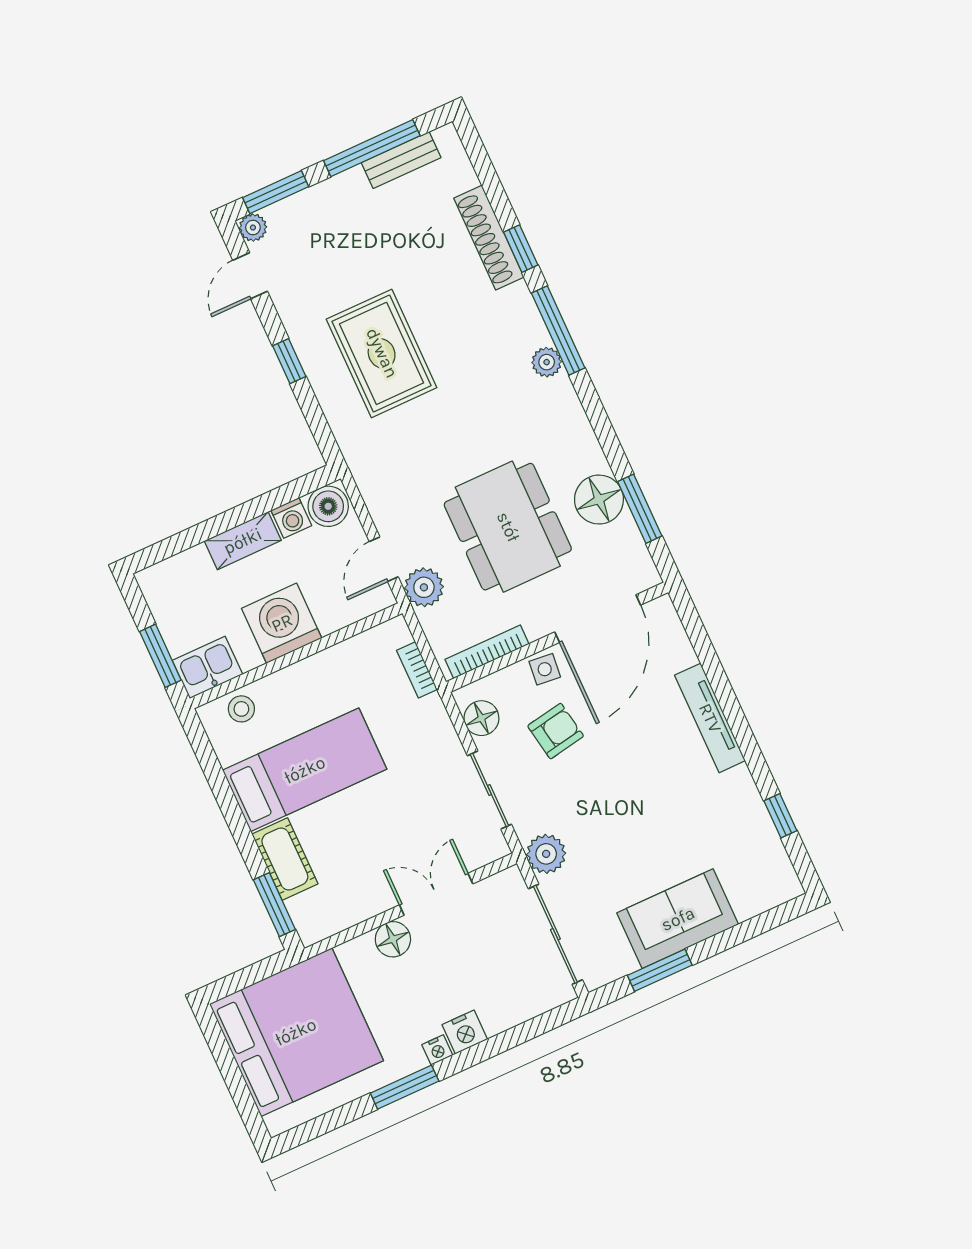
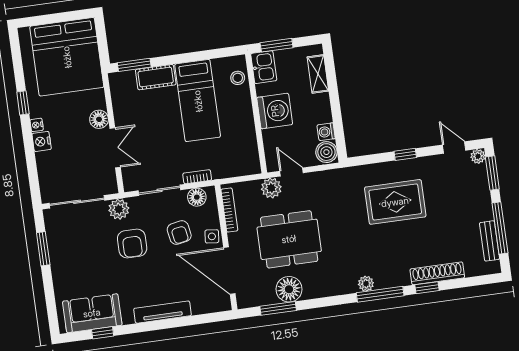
shelving: (243, 541) -> (318, 74), moved
bookcase: (417, 670) -> (197, 177), moved
armchair: (601, 811) -> (132, 243), added
sofa: (678, 919) -> (92, 313), moved, turned -90
window: (405, 1087) -> (23, 103), width x0.67

